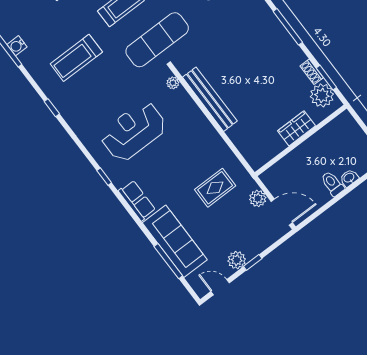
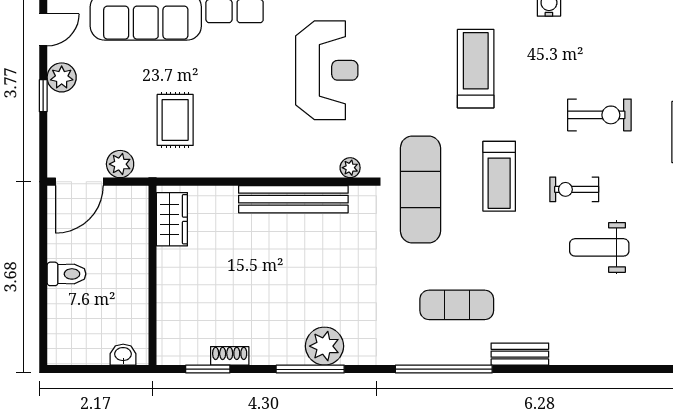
plant: (322, 95) -> (324, 346), moved
wardrobe: (297, 128) -> (172, 219), moved
washbasin: (349, 178) -> (123, 355), moved, turned -90

